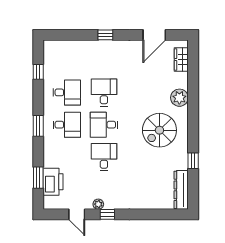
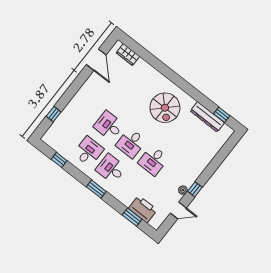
window: (105, 35) -> (54, 114), moved
plant: (179, 98) -> (153, 76), removed
desk: (67, 125) -> (111, 169), turned -90
desk: (104, 157) -> (153, 161), turned -90
window: (193, 161) -> (222, 115), moved
dresser: (181, 190) -> (207, 117), moved

